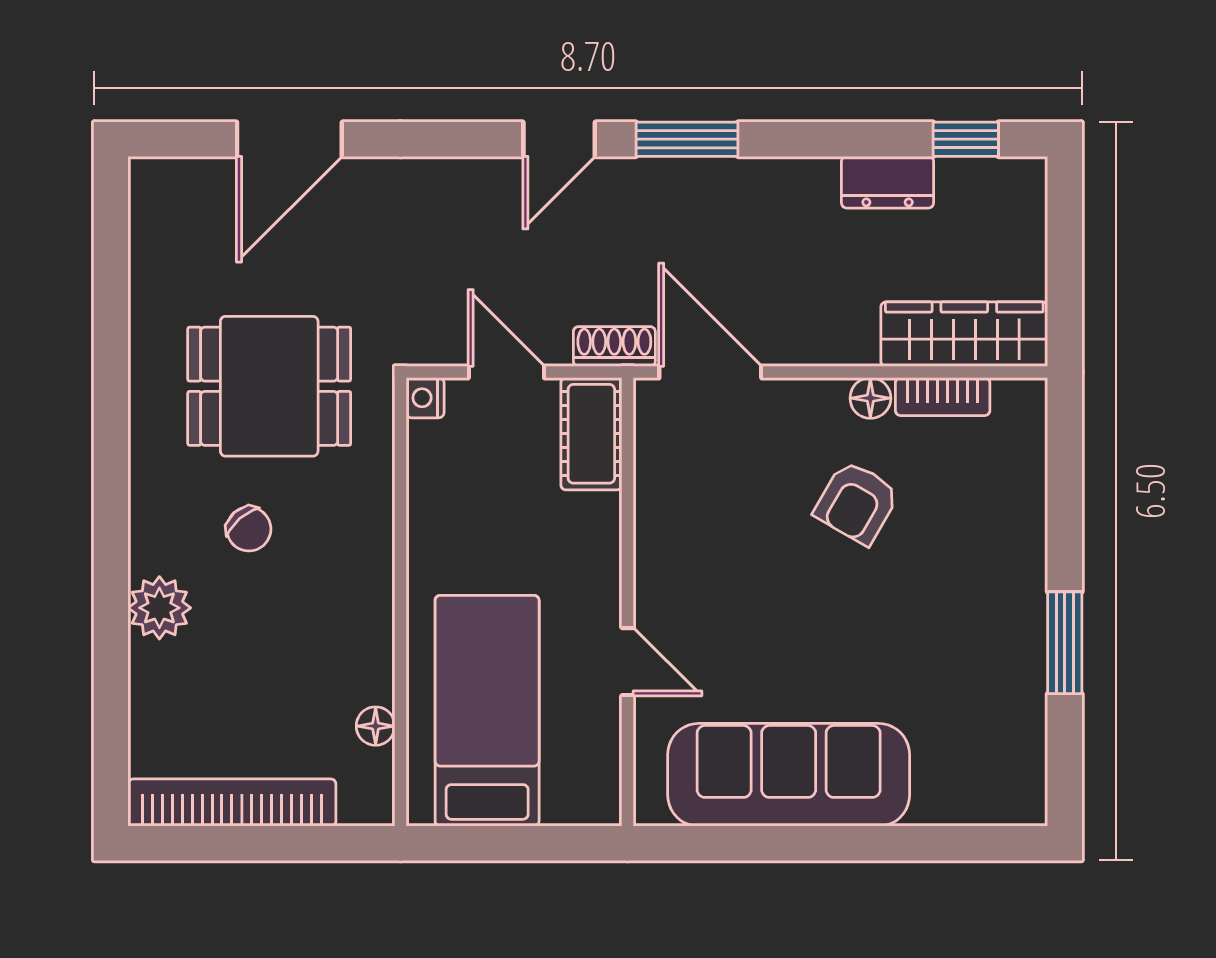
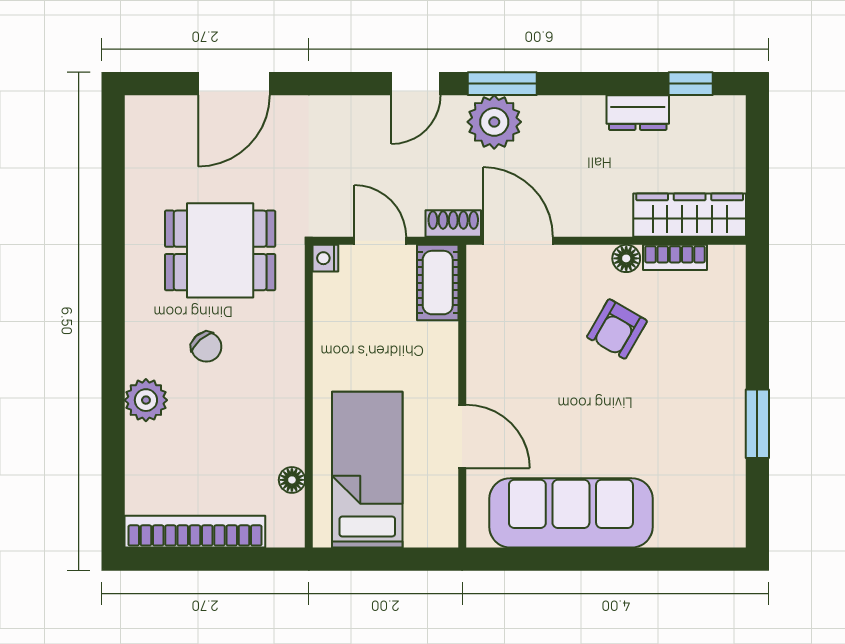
plant: (675, 196) -> (494, 122), added
door: (628, 662) -> (462, 436), width x1.38

